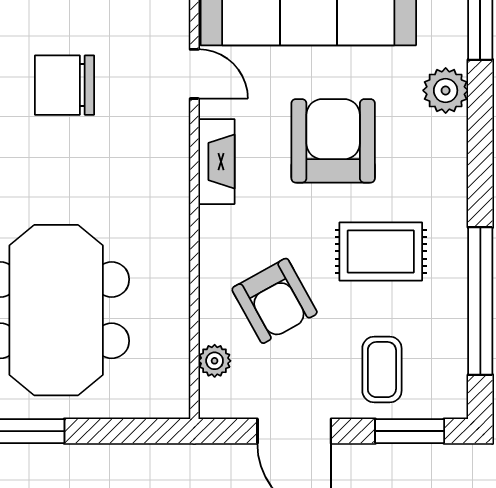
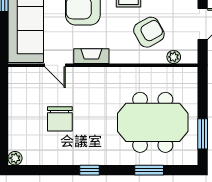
door: (194, 74) -> (55, 65), swing flipped

